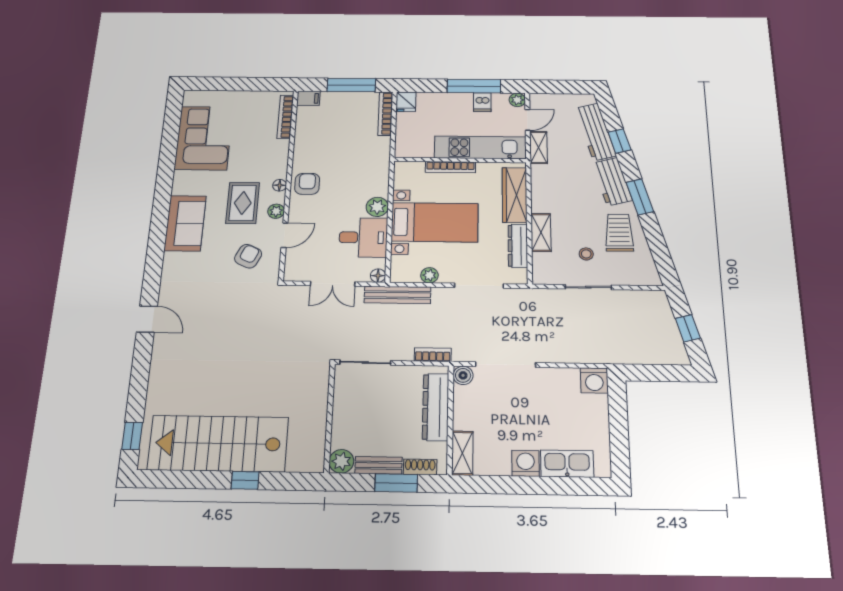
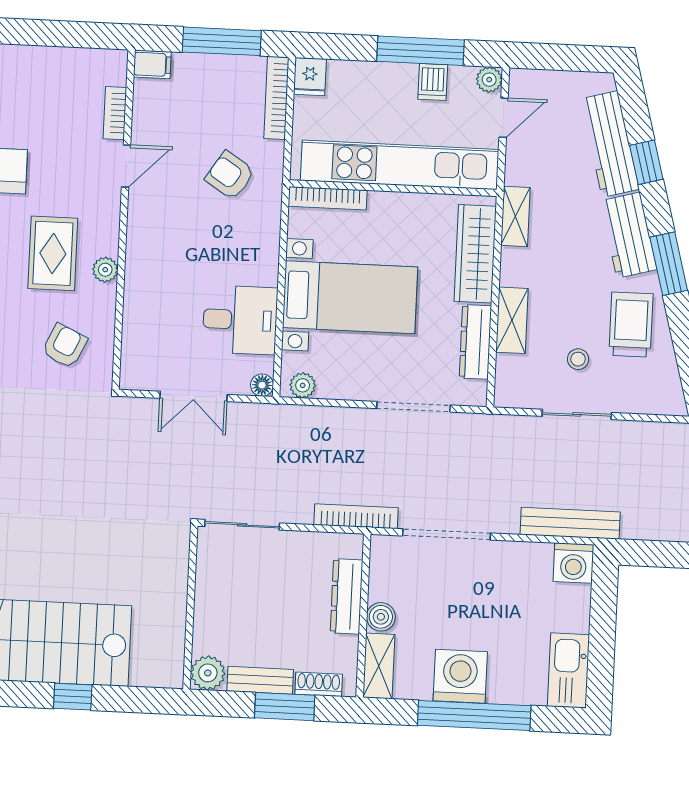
bookcase: (285, 117) -> (115, 113), width x0.64
kitchen unit: (480, 147) -> (400, 165), width x1.36
shelving: (538, 148) -> (515, 216), moved
bookcase: (450, 167) -> (328, 198), moved
armchair: (307, 184) -> (230, 175), moved, turned -57
floor lamp: (280, 185) -> (109, 224), removed
plant: (377, 207) -> (262, 267), removed
door: (284, 235) -> (126, 166), moved
plant: (429, 275) -> (303, 385), moved
bench: (398, 295) -> (570, 523), moved
bookcase: (433, 355) -> (356, 516), width x1.56
boiler: (463, 375) -> (381, 617), moved
dresser: (436, 407) -> (347, 596), width x0.73, depth x0.80
washing machine: (526, 463) -> (460, 676), width x1.37, depth x1.37
kitchen sink: (567, 464) -> (568, 670), moved, turned -90
window: (532, 485) -> (474, 715), added

